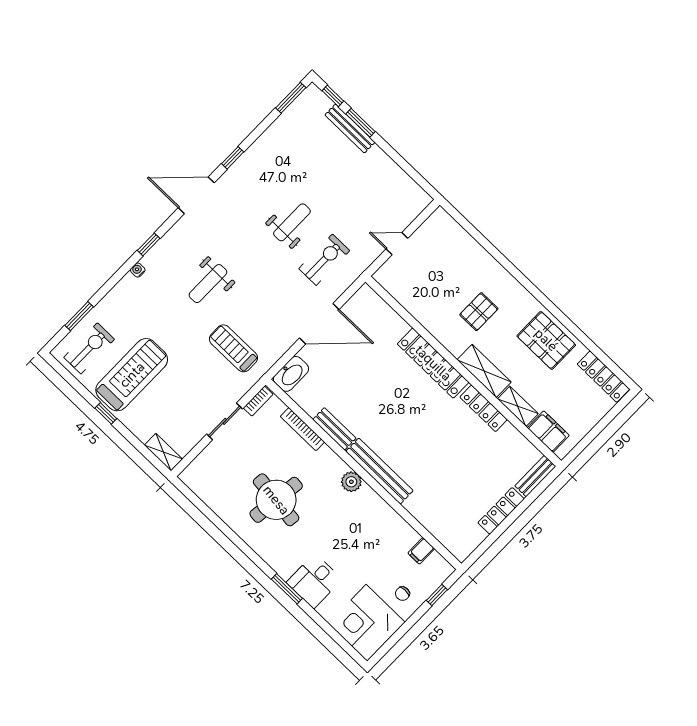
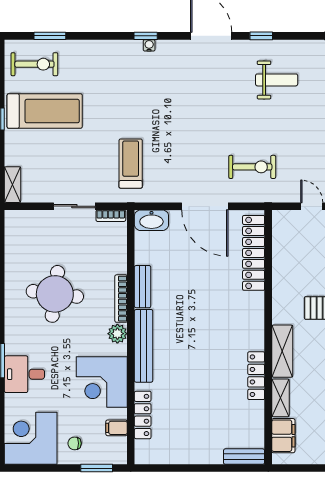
weight bench: (292, 222) -> (277, 80), moved
water cooler: (138, 270) -> (149, 45), moved
weight bench: (208, 284) -> (158, 103), removed
locker: (433, 363) -> (254, 253), moved
bookcase: (302, 429) -> (121, 299), moved
locker: (501, 511) -> (143, 415), moved, turned 90
corner desk: (376, 529) -> (102, 382), added
window: (437, 595) -> (97, 468), width x1.50

